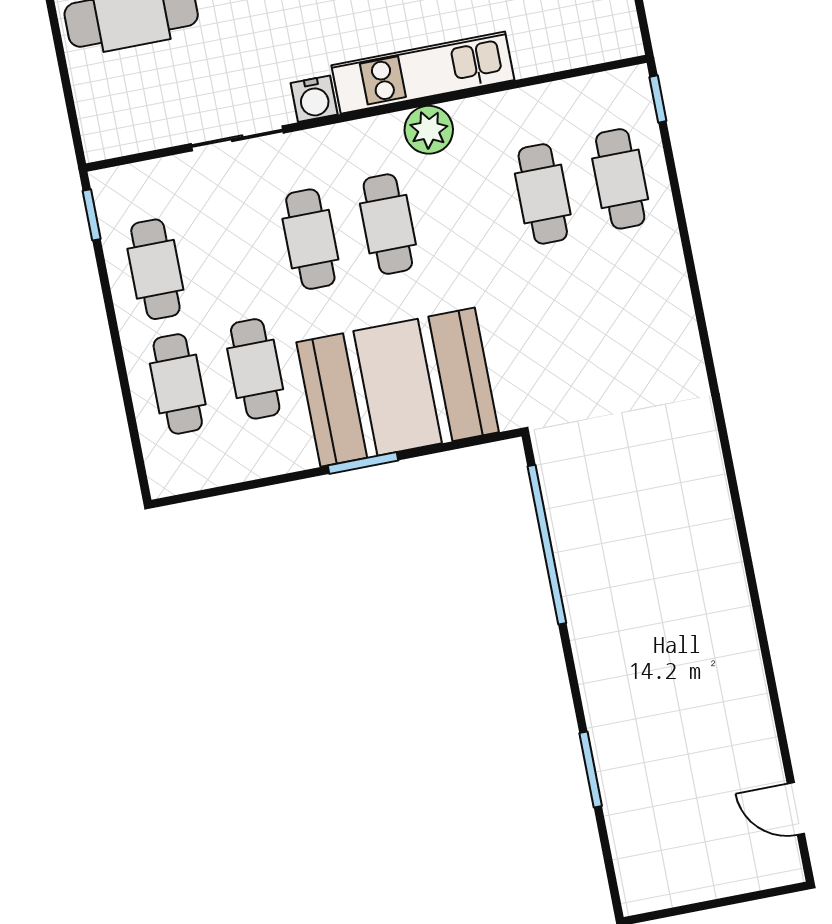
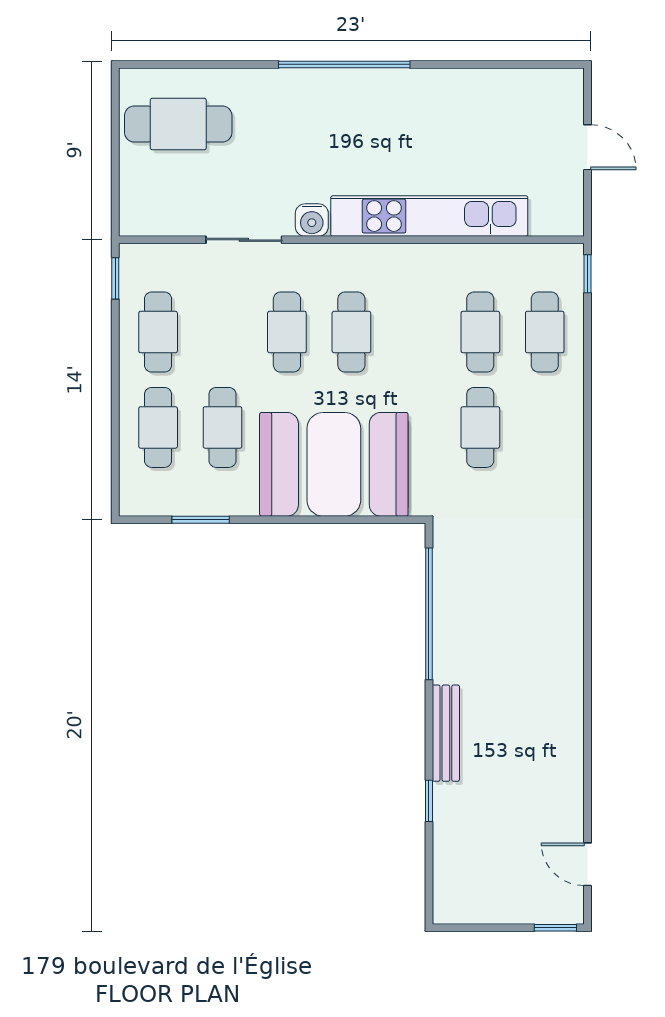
kitchen unit: (423, 73) -> (429, 216), width x1.36
plant: (429, 130) -> (399, 263), removed
cafe table: (565, 309) -> (480, 427), added
window: (363, 463) -> (201, 520), moved
bench: (595, 684) -> (446, 733), added
window: (591, 769) -> (429, 801), width x0.67
window: (772, 892) -> (555, 928), added

